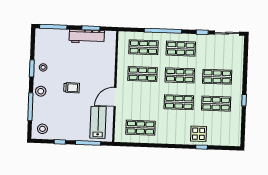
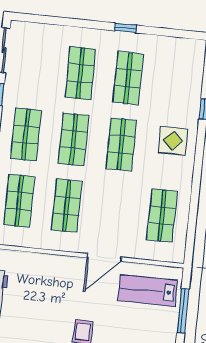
door: (115, 97) -> (104, 258), hinge flipped
display table: (199, 134) -> (173, 141), moved

